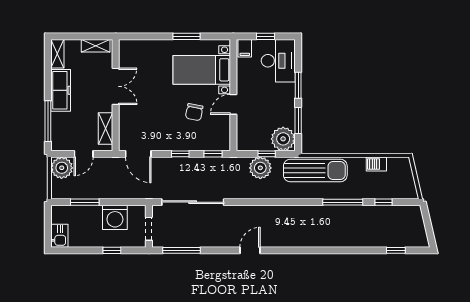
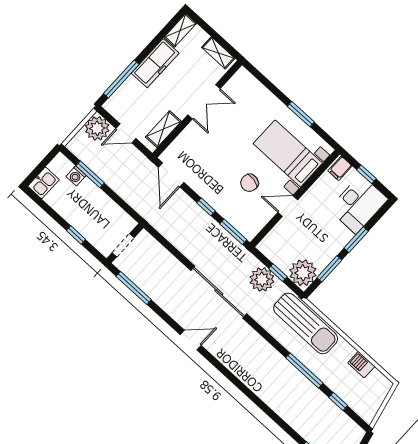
window: (213, 154) -> (233, 232), width x1.50
sliding door: (193, 202) -> (219, 292), moved
washing machine: (115, 217) -> (76, 176), moved, width x0.53, depth x0.53

